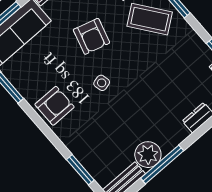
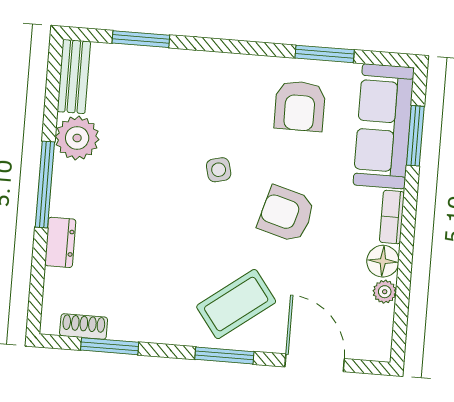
armchair: (55, 106) -> (300, 106), moved
window: (162, 164) -> (45, 185), moved

